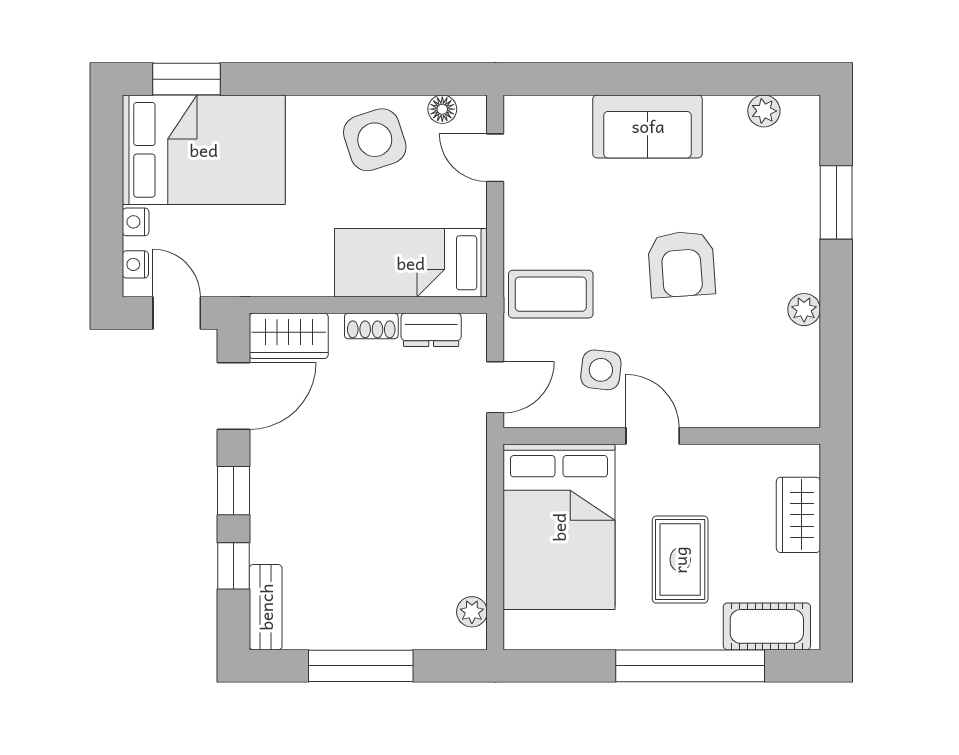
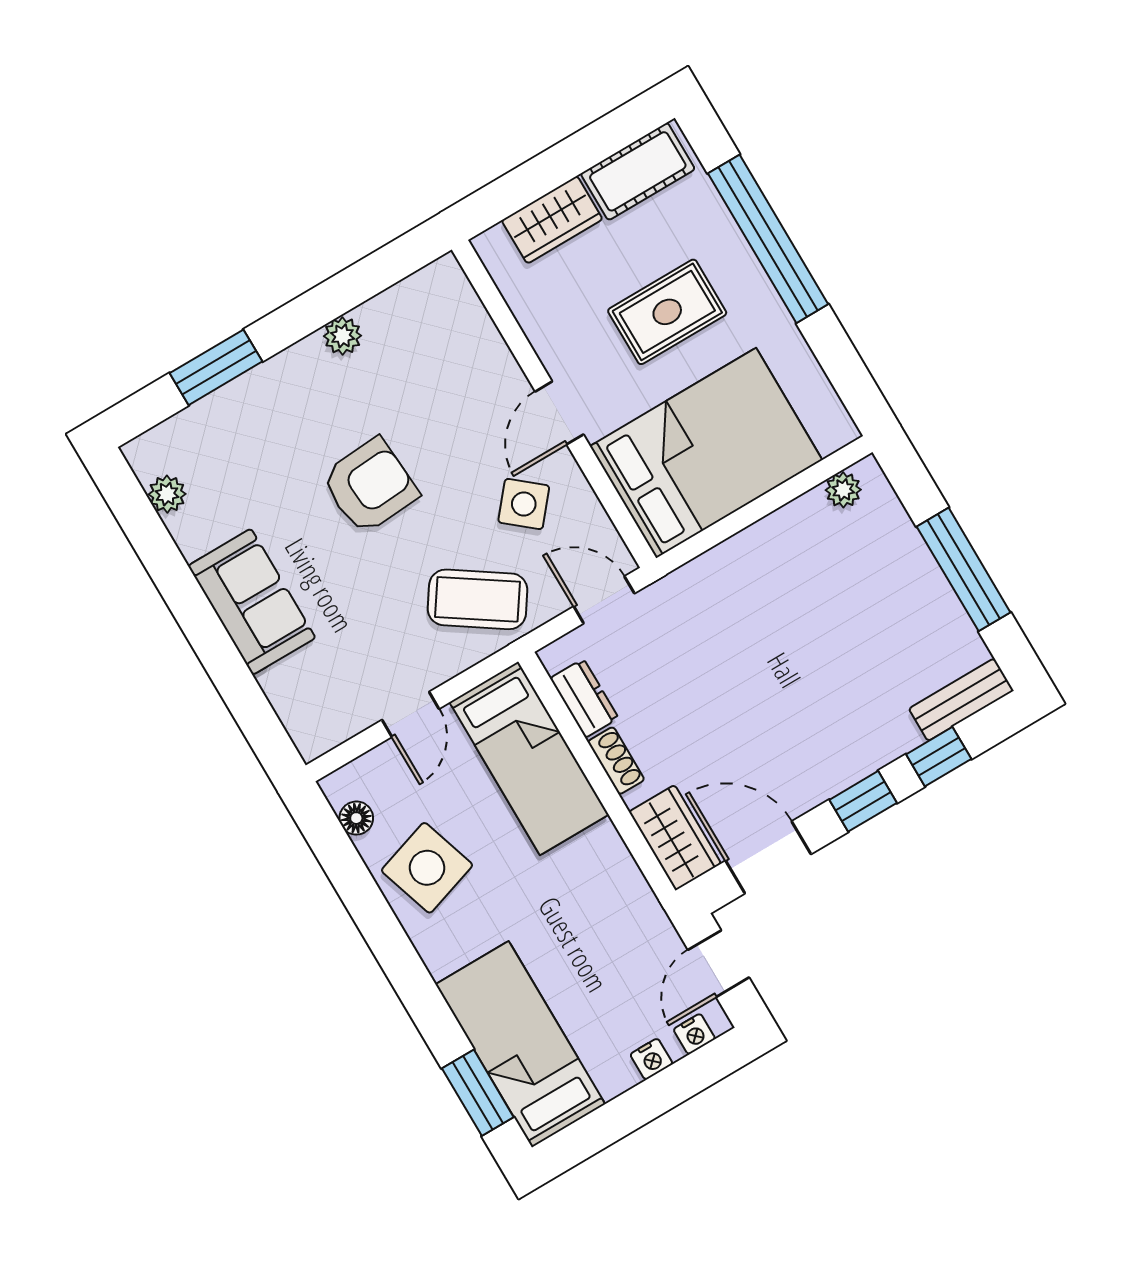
bed: (204, 150) -> (520, 1044), width x0.67
door: (495, 158) -> (411, 714), moved
coffee table: (551, 294) -> (478, 599), turned -56
side table: (601, 370) -> (524, 504), turned 34
cot: (767, 626) -> (638, 171), moved, turned 90

